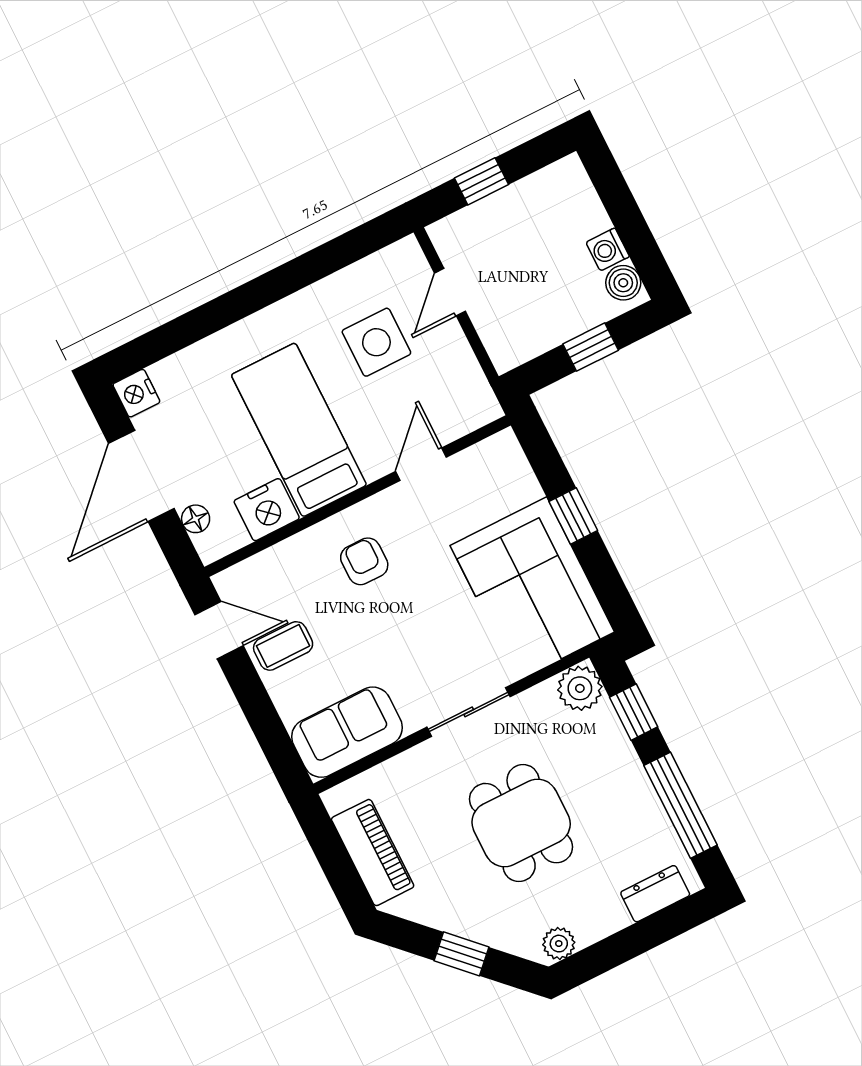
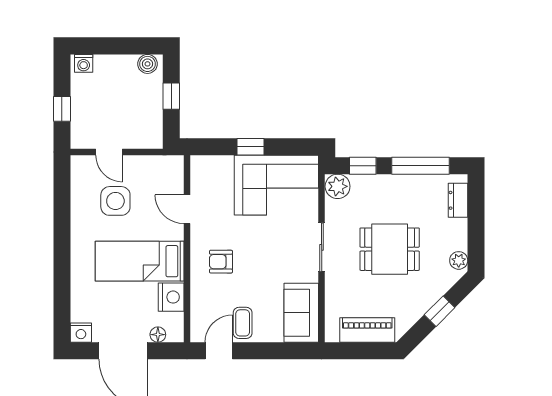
washing machine: (608, 249) -> (84, 63), moved

